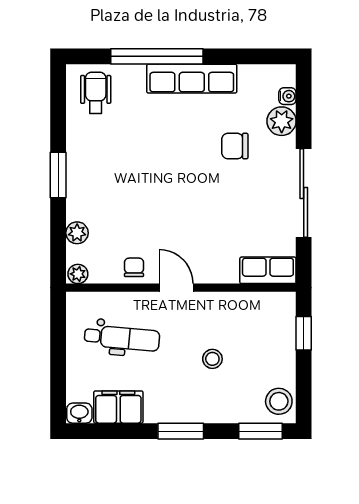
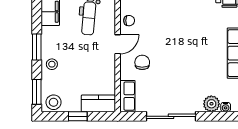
chair: (235, 146) -> (142, 62), moved
kitchen counter: (281, 322) -> (98, 103), added
window: (304, 333) -> (78, 116), moved
stool: (212, 359) -> (52, 64), moved

